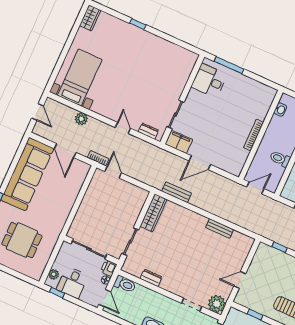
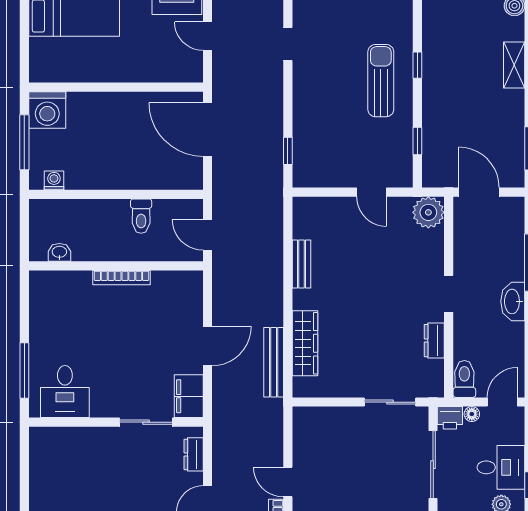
door: (200, 163) -> (207, 346), hinge flipped
door: (113, 172) -> (288, 482), hinge flipped
bench: (177, 192) -> (274, 362), width x1.36
wardrobe: (154, 213) -> (305, 343), moved, turned 90
doorway: (192, 305) -> (449, 294), moved

